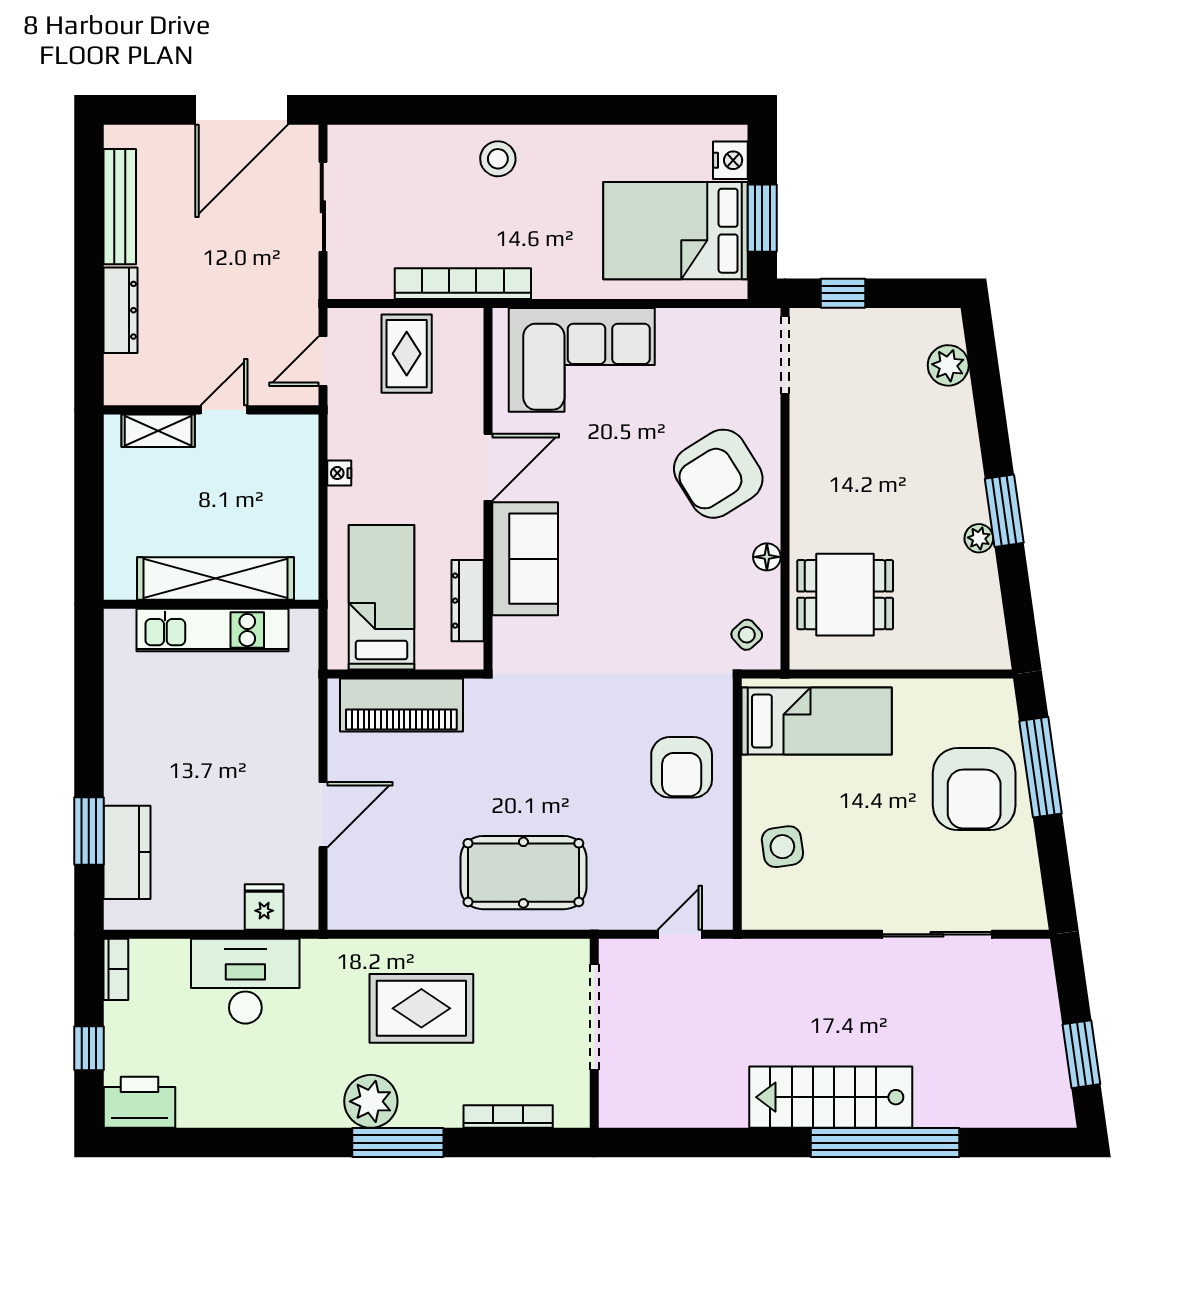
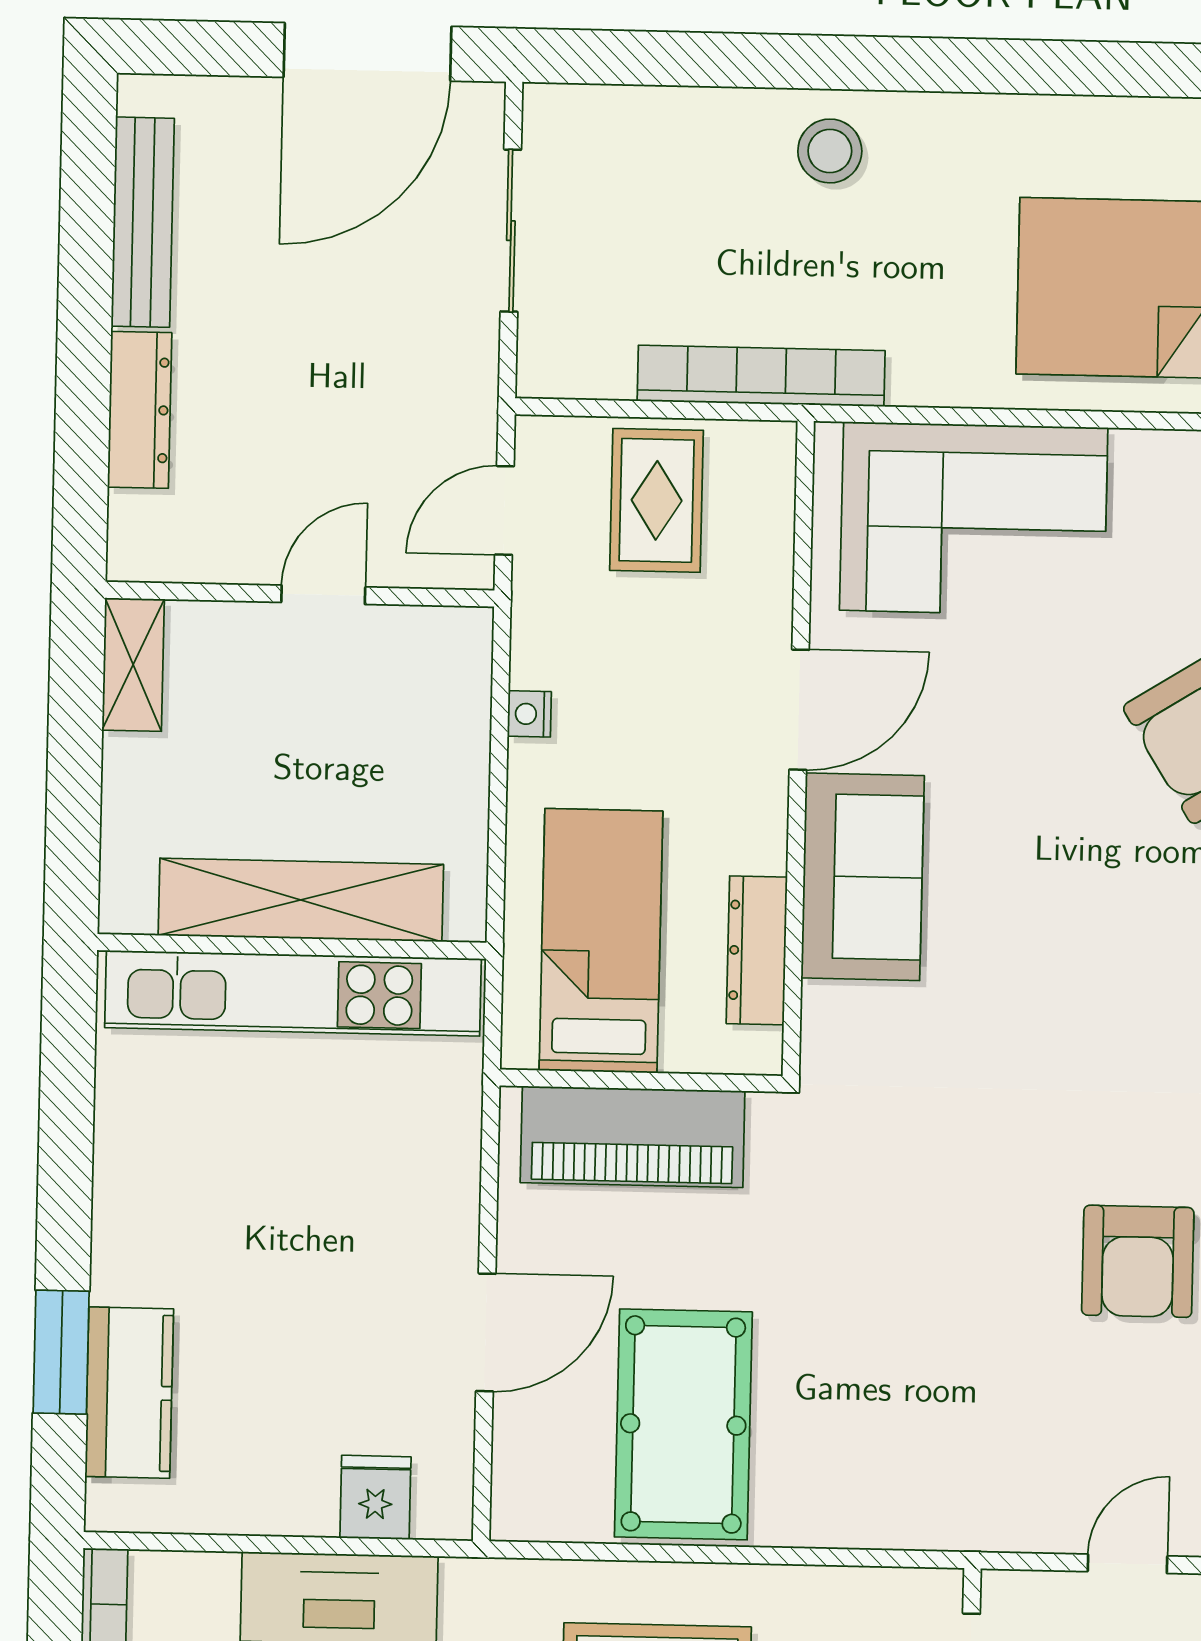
shelving: (158, 431) -> (133, 665), moved, turned 90
kitchen unit: (212, 630) -> (293, 993), width x1.36
pool table: (523, 873) -> (683, 1424), moved, turned 90

